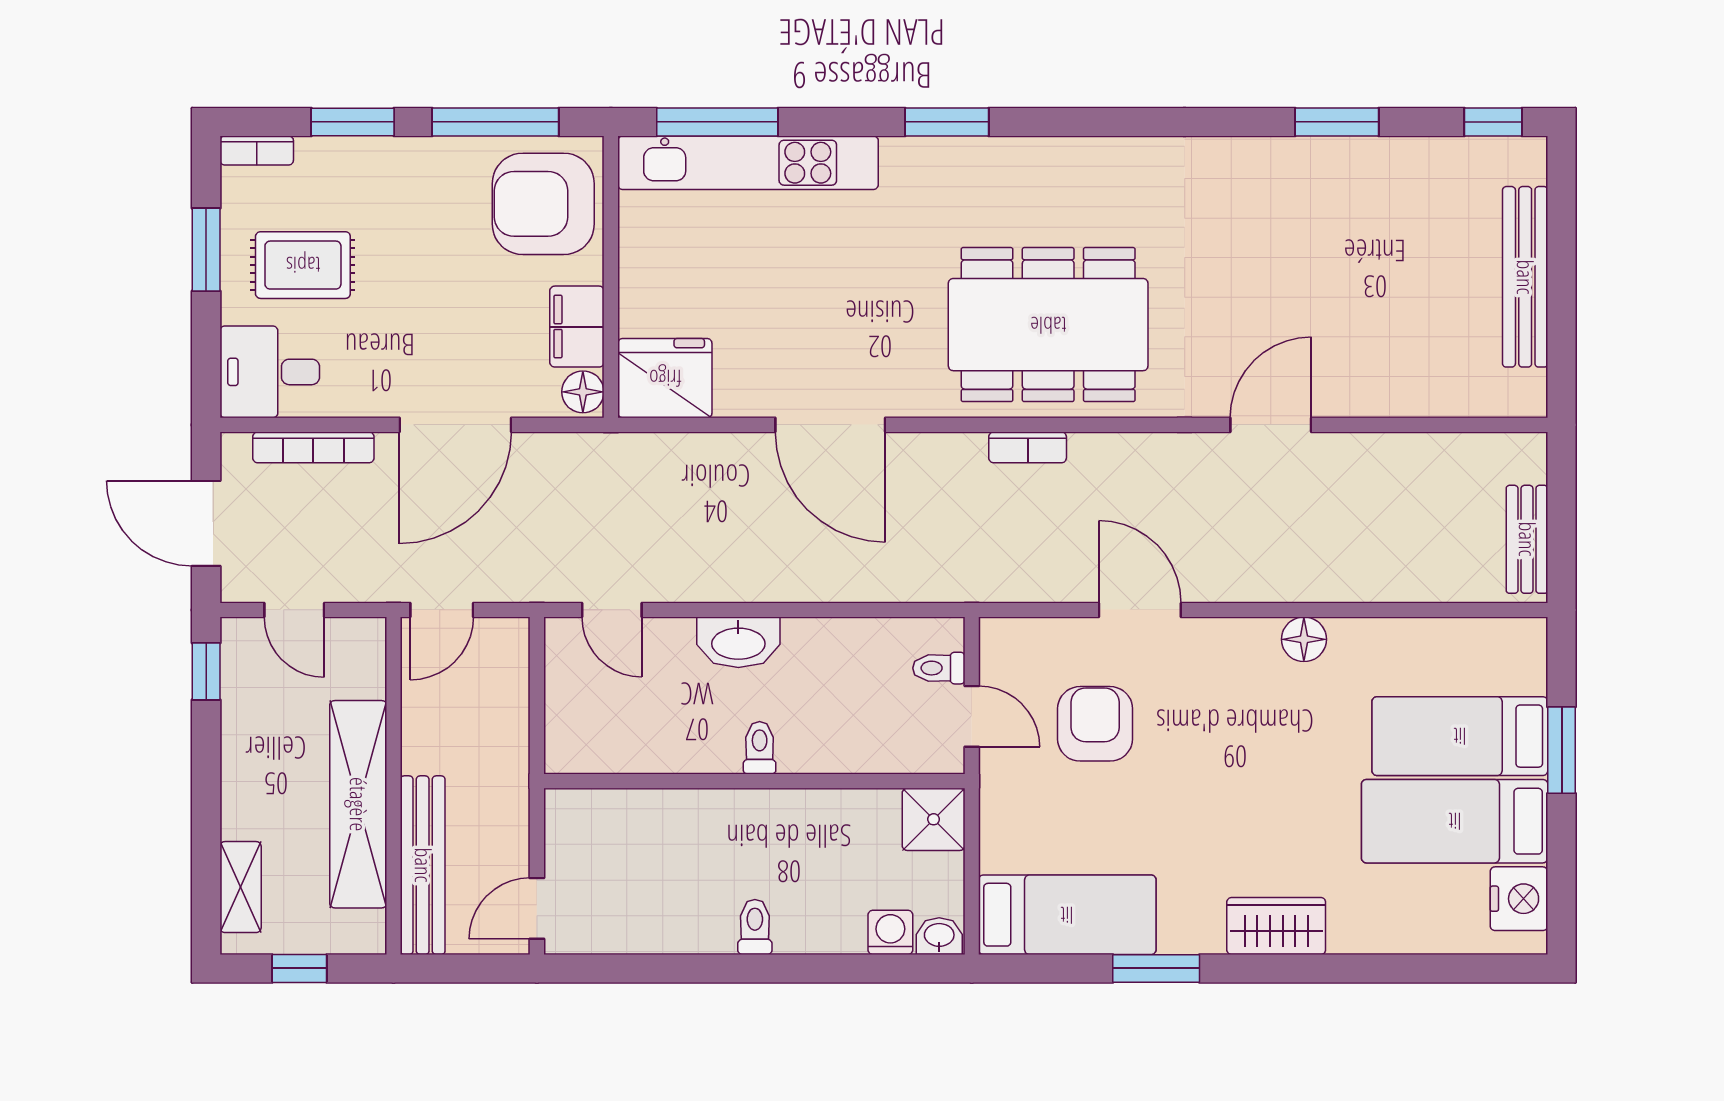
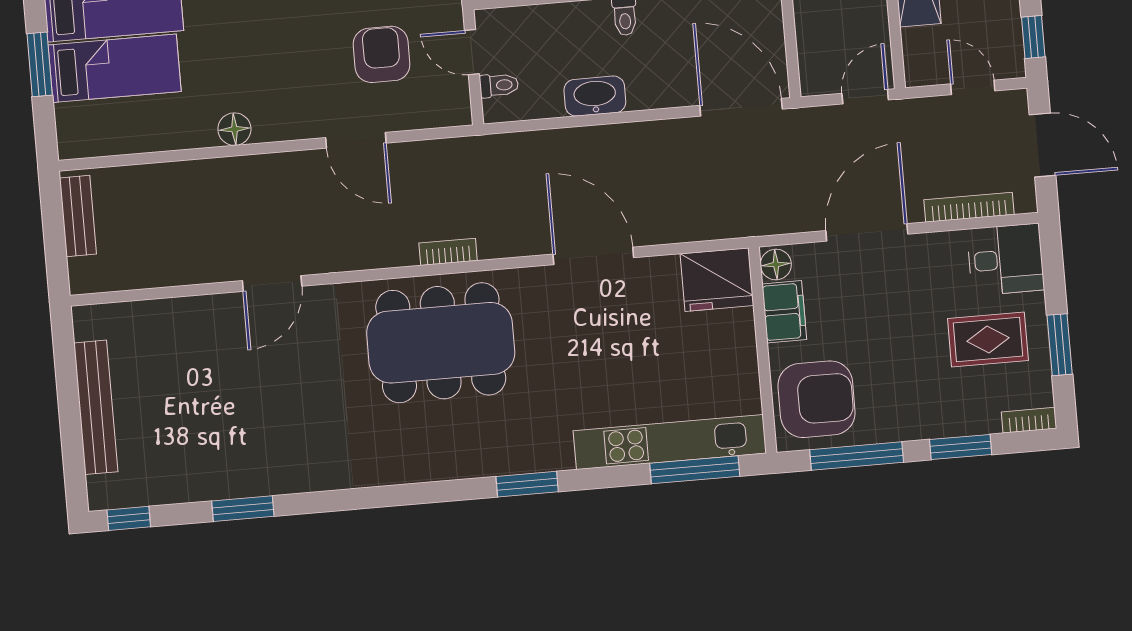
door: (612, 610) -> (741, 107), width x1.88
washbasin: (738, 642) -> (595, 96), moved
armchair: (1095, 724) -> (381, 54), turned 180

